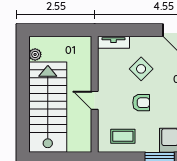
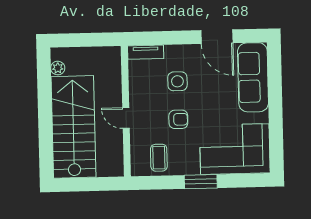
side table: (141, 69) -> (177, 81), turned 45
coffee table: (123, 136) -> (159, 158), turned 90

